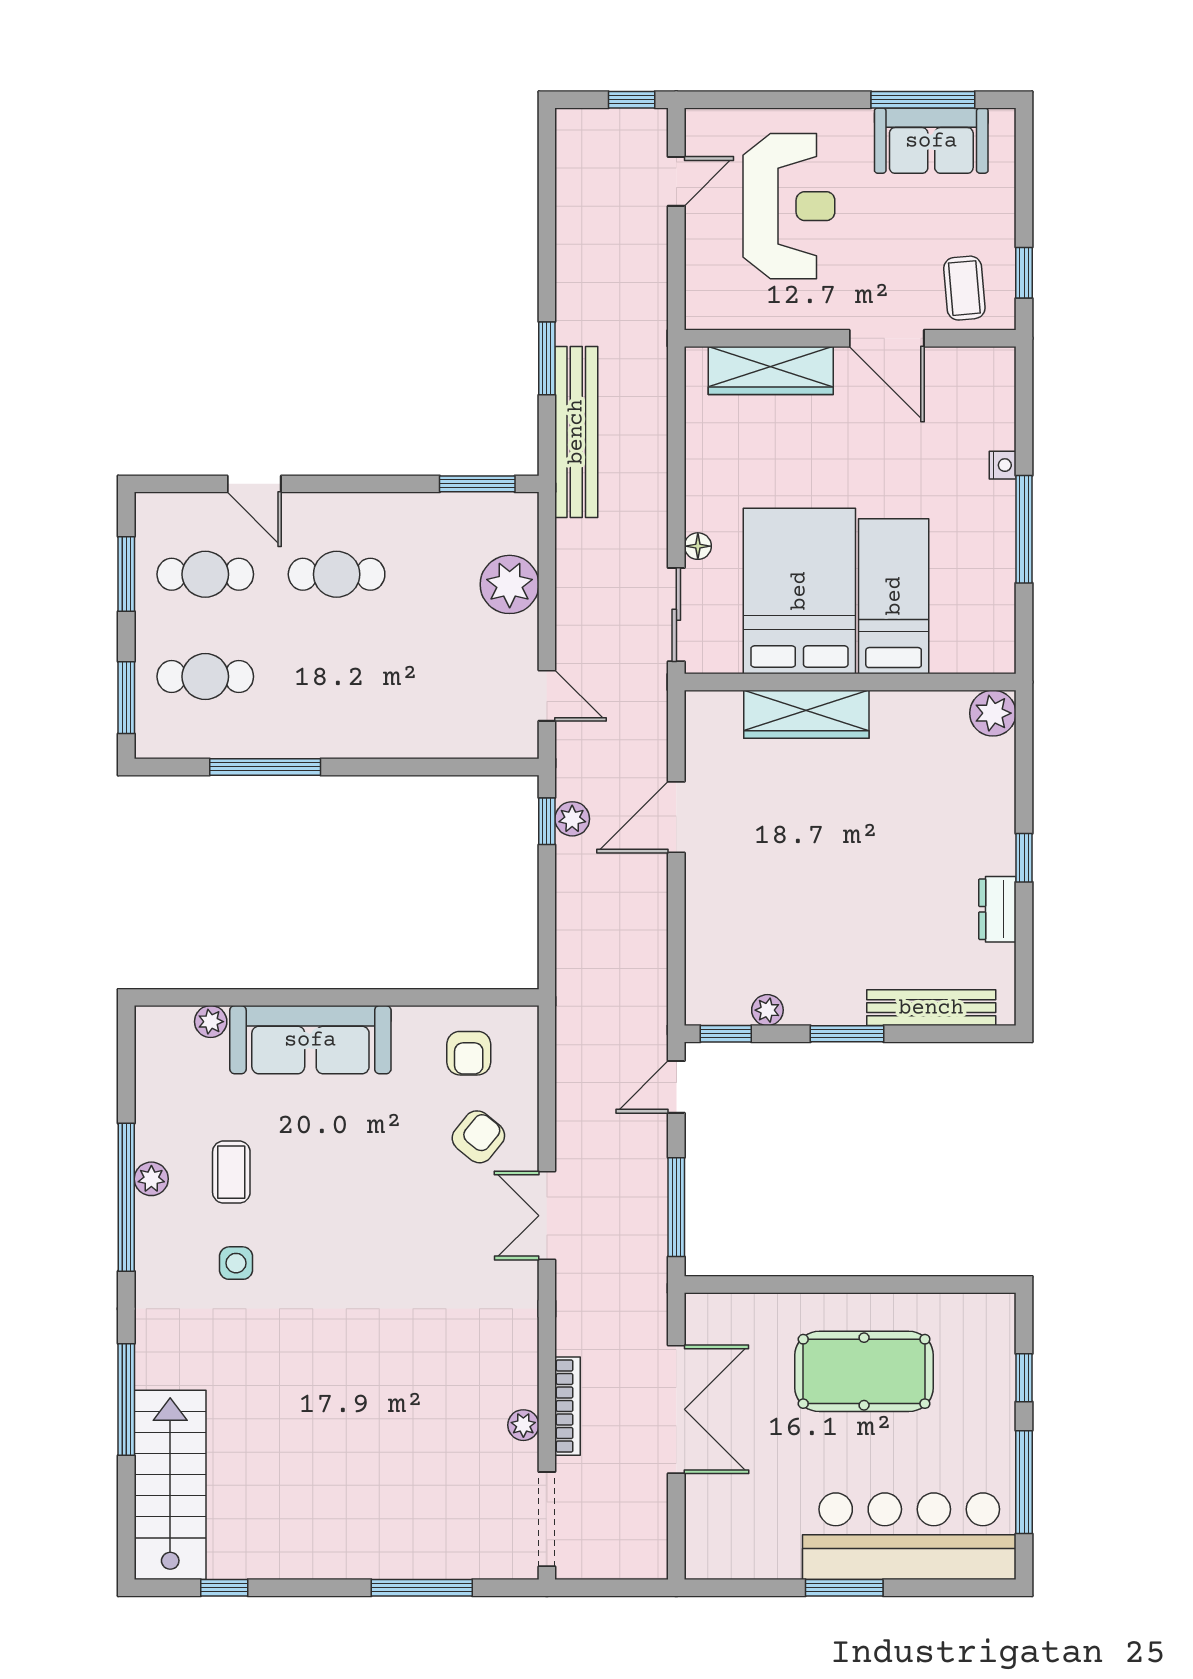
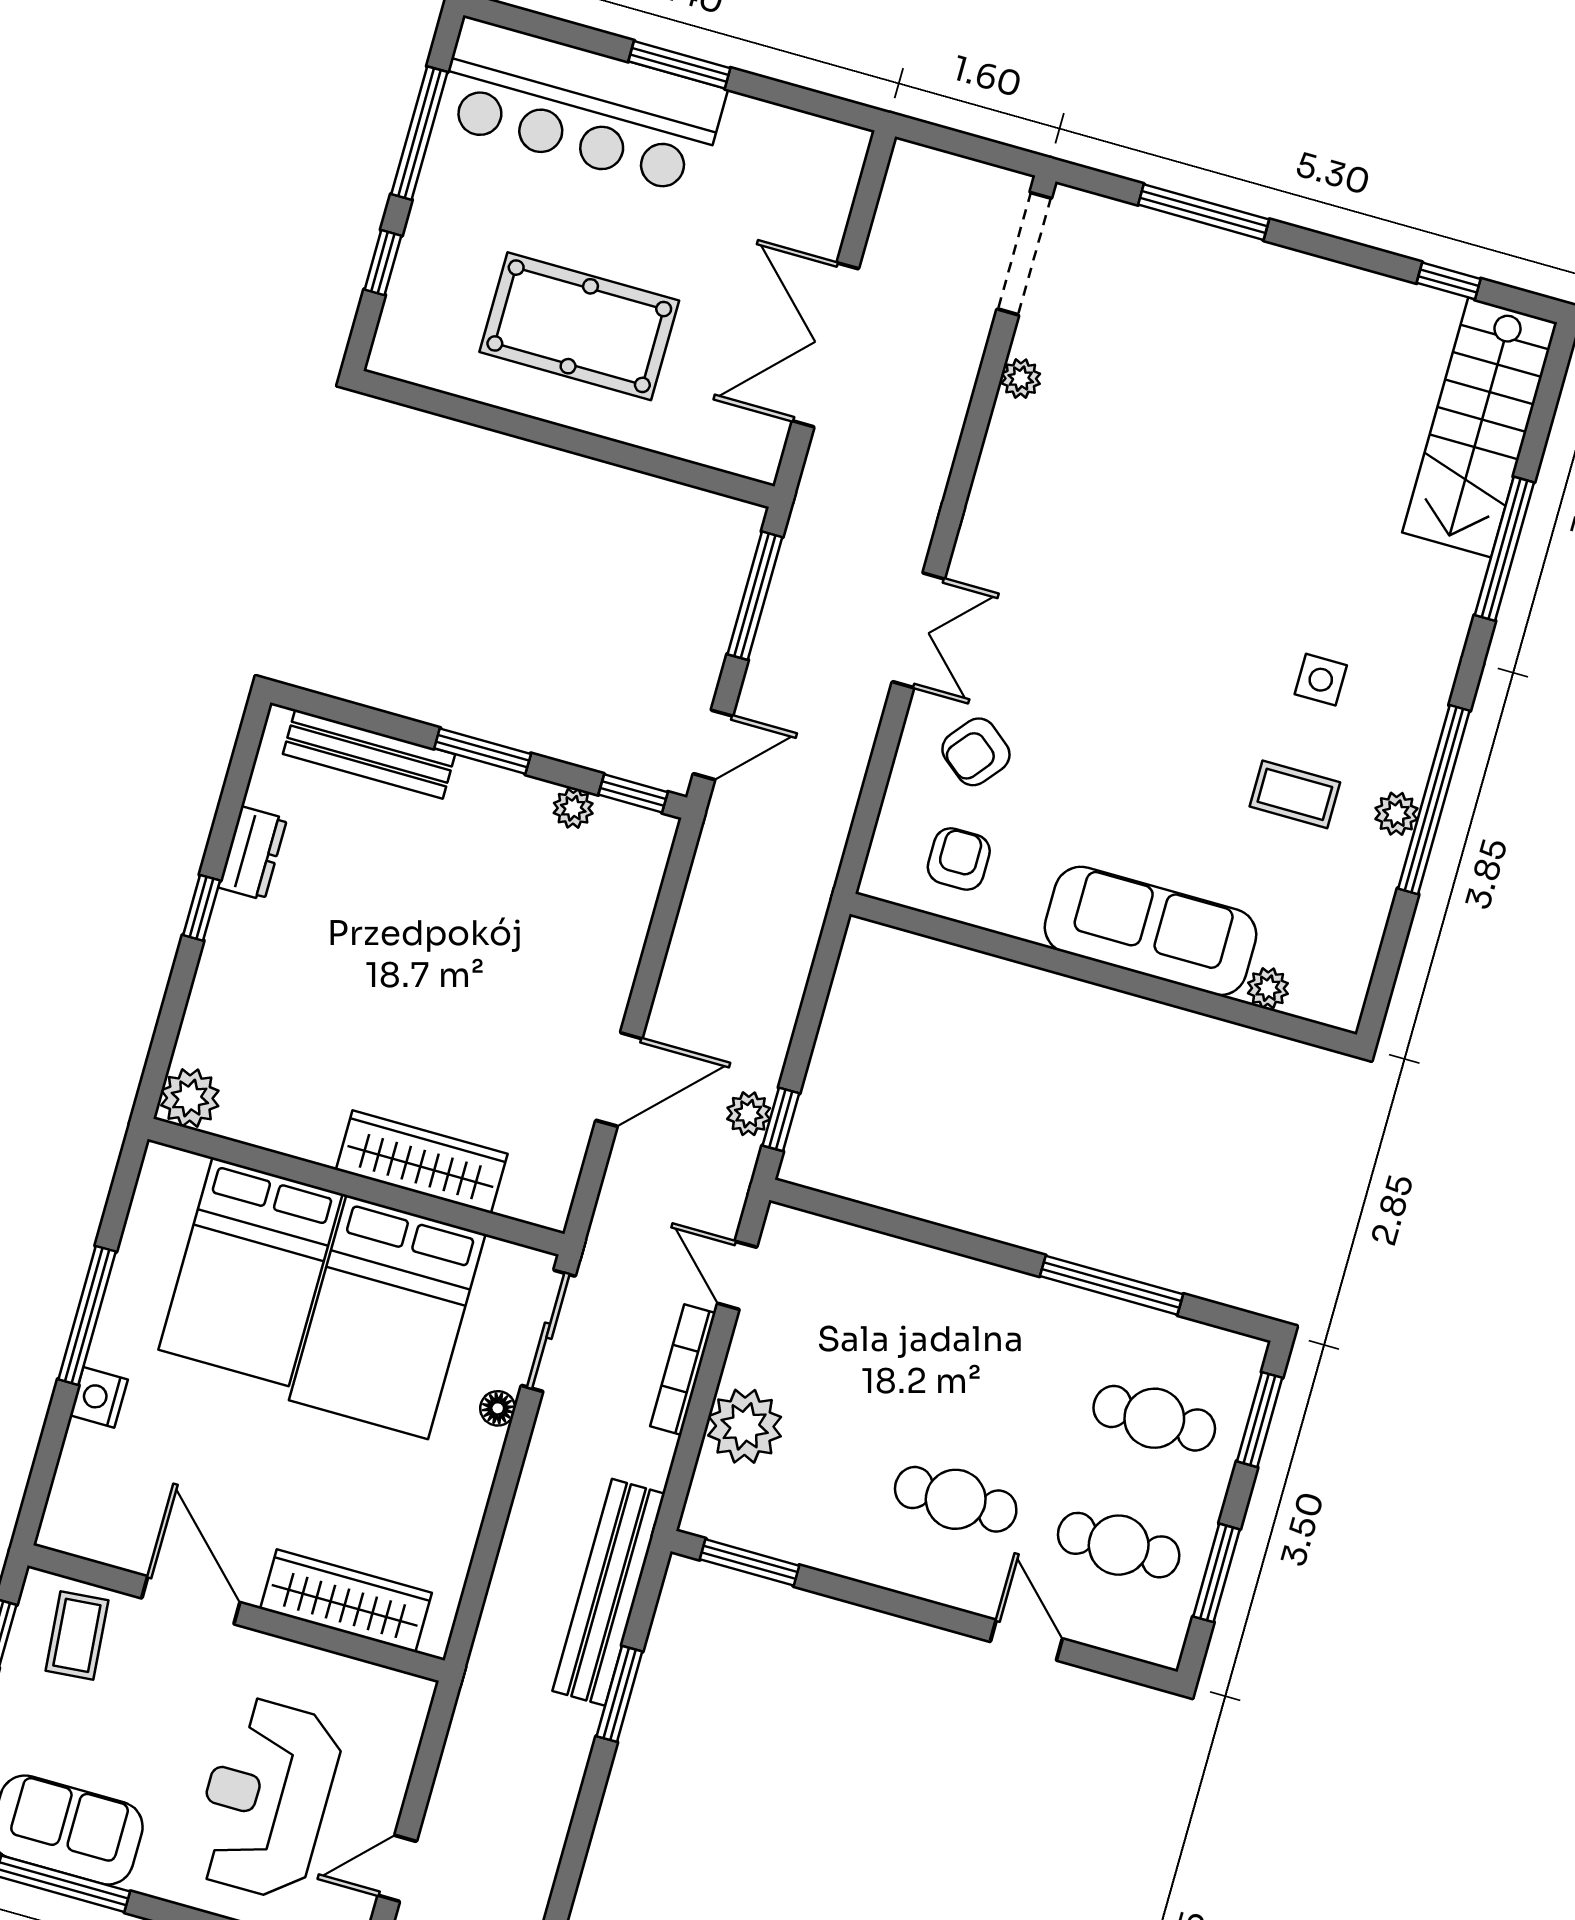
nightstand: (1003, 465) -> (99, 1397), width x1.39, depth x1.35
bed: (894, 596) -> (251, 1272), width x1.50
coffee table: (231, 1172) -> (1295, 794), turned 90
bookcase: (568, 1406) -> (683, 1370), moved

